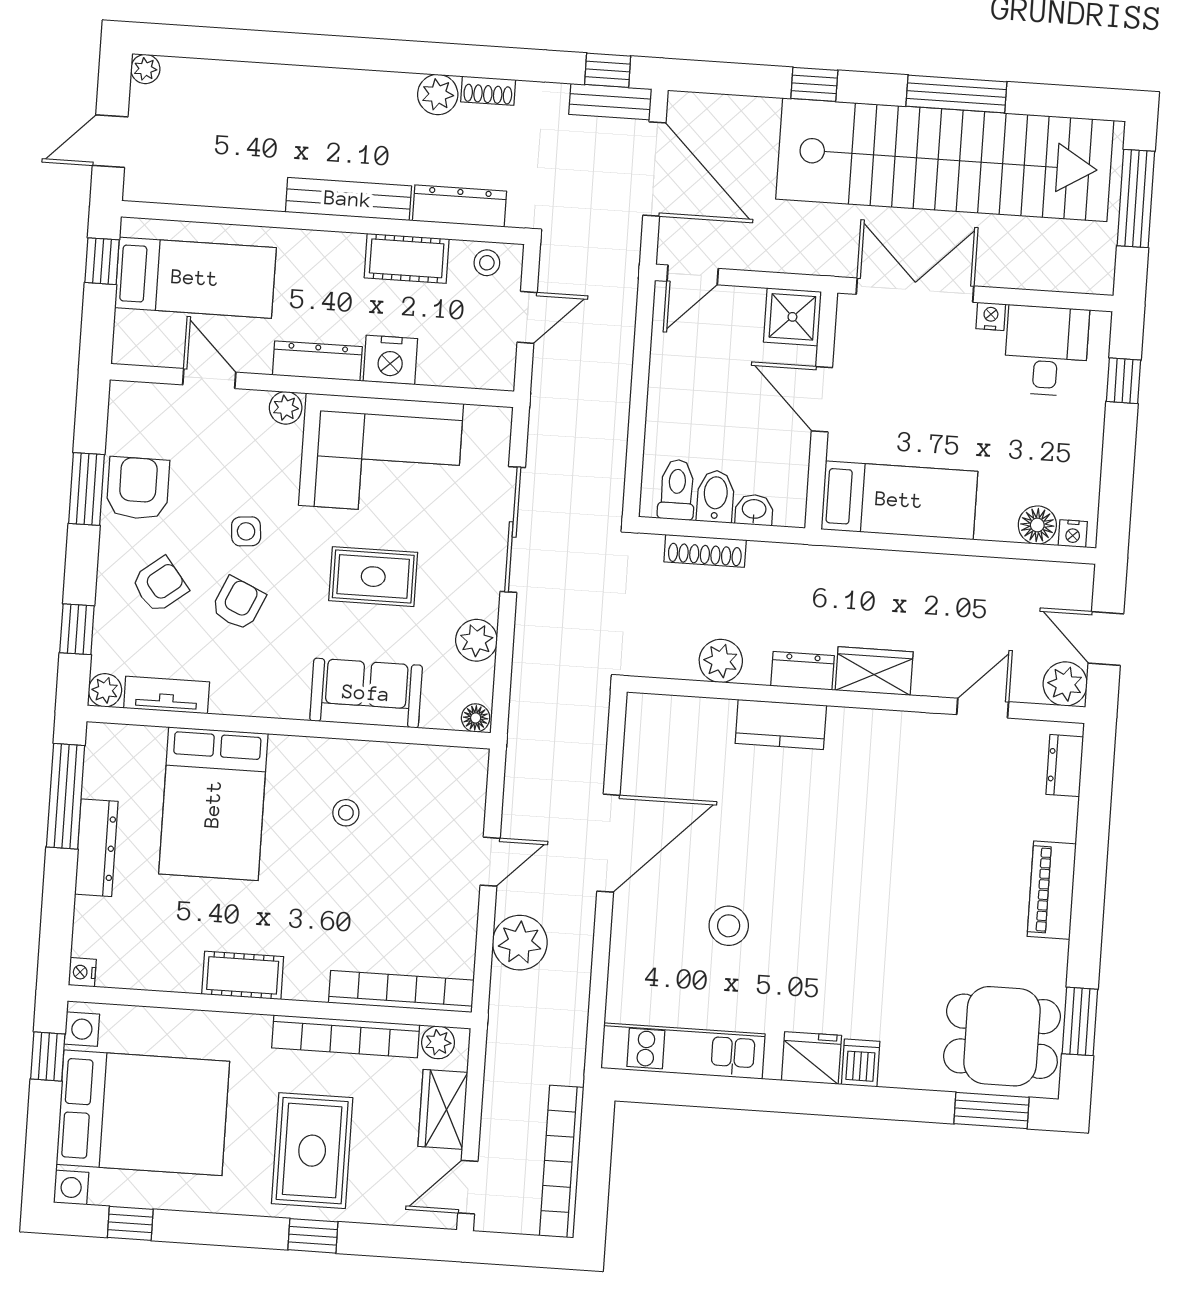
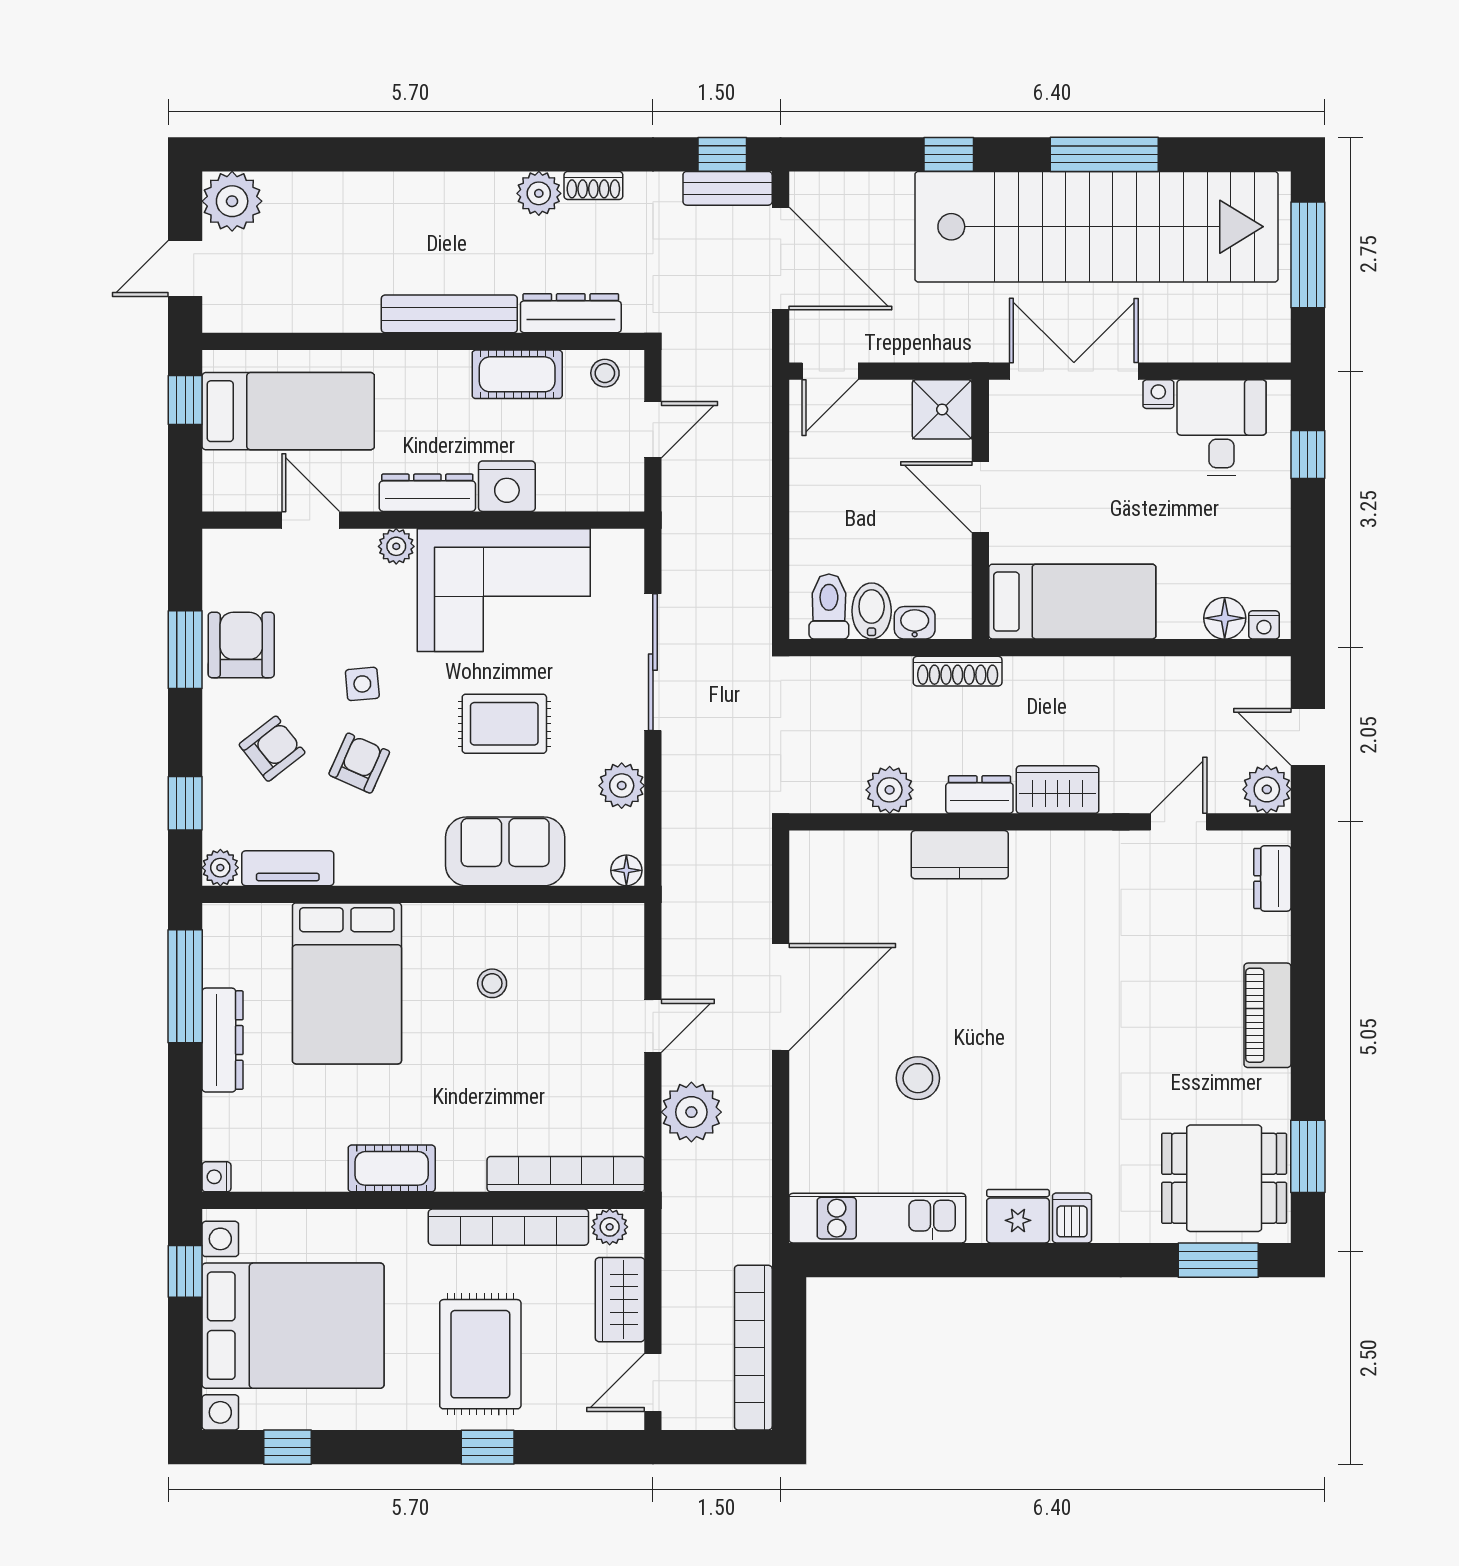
plant: (145, 69) -> (232, 201), width x1.87, depth x1.87
shoe rack: (705, 551) -> (958, 671), moved

